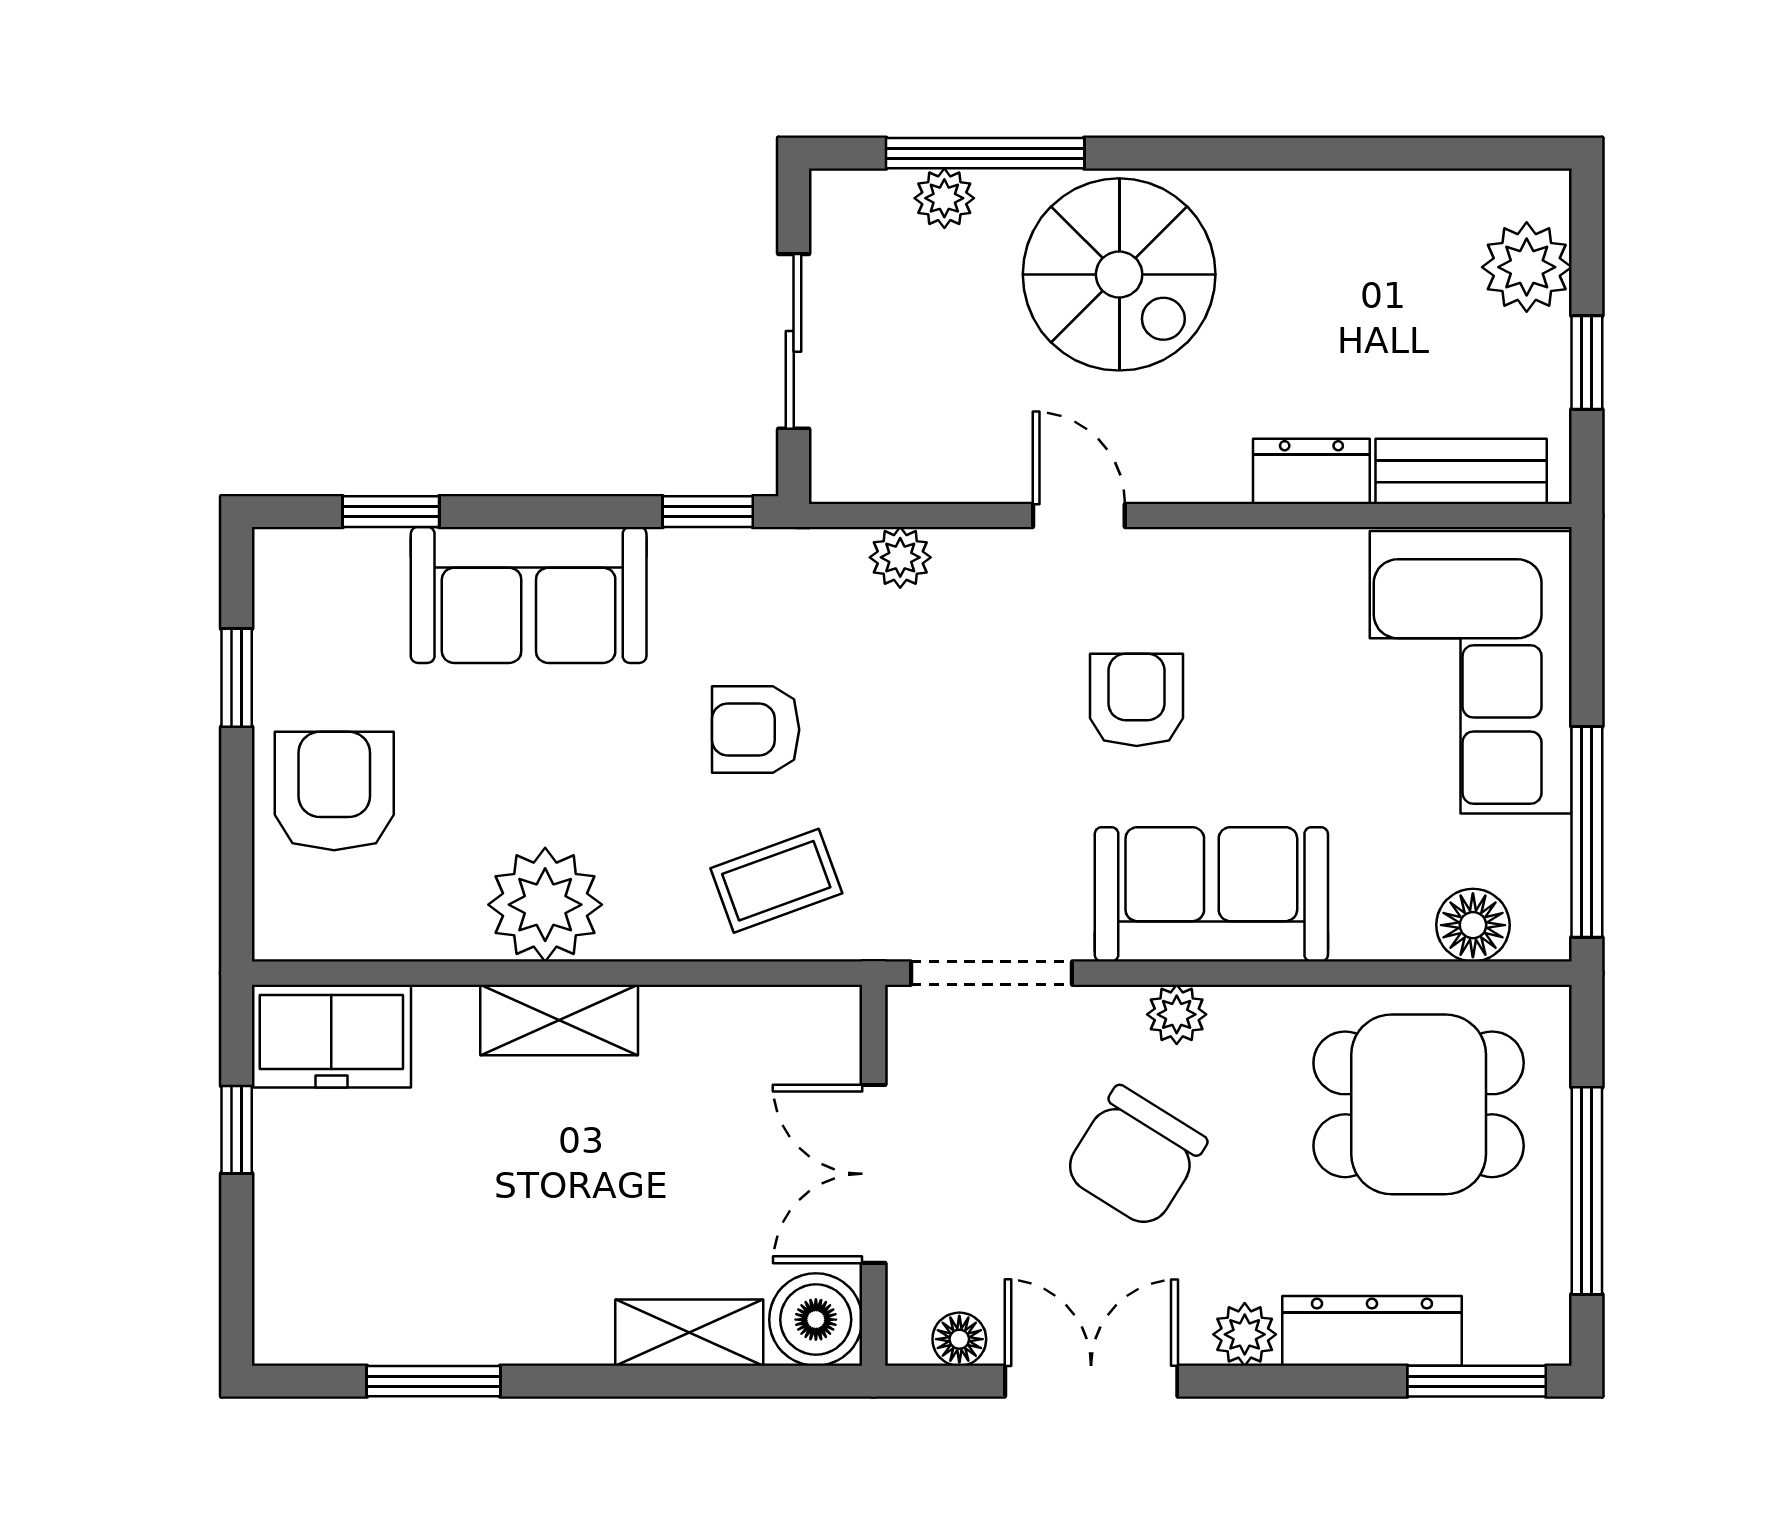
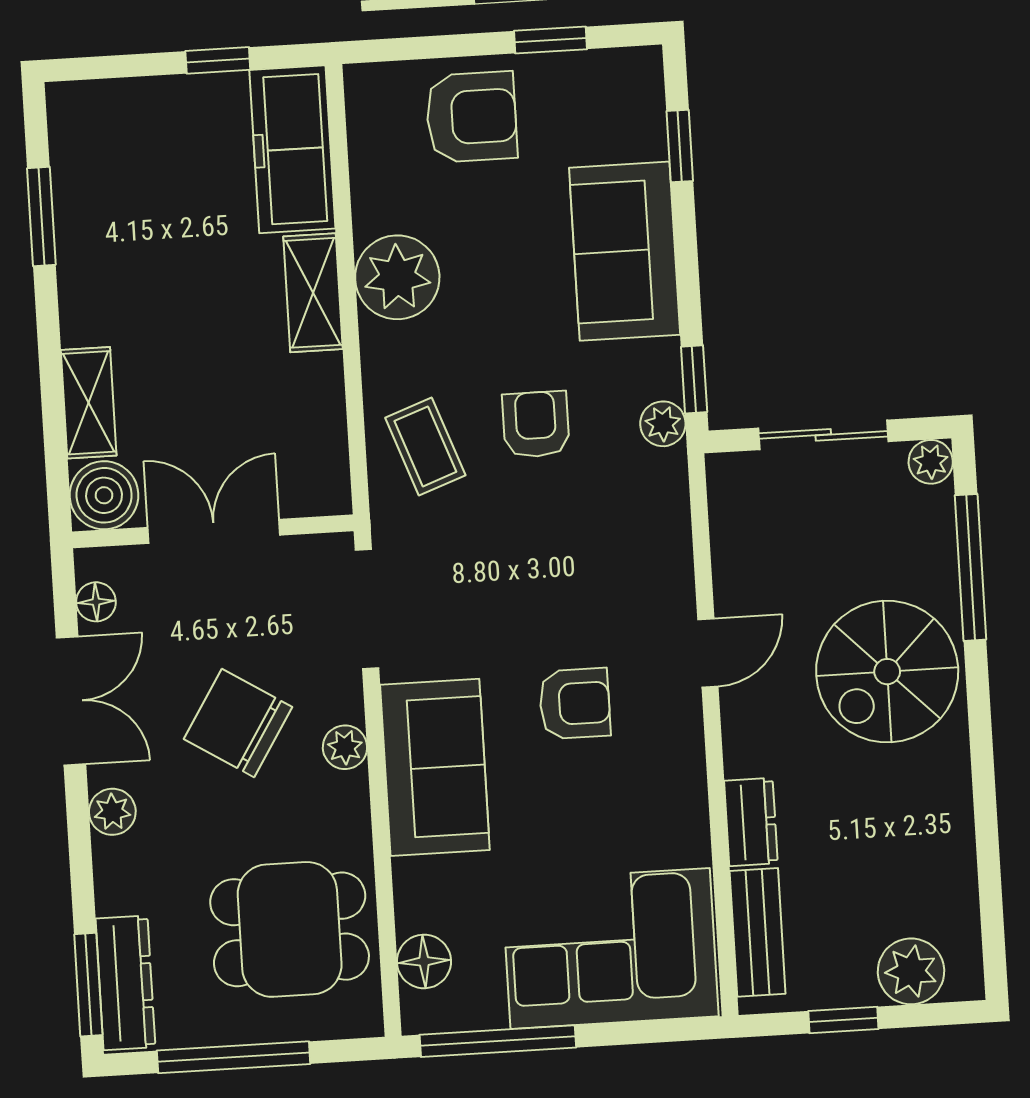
plant: (944, 198) -> (931, 462), moved
plant: (900, 557) -> (663, 424), moved
freezer: (331, 1036) -> (292, 149), width x1.40
dining table: (1419, 1104) -> (290, 929), turned 90
dresser: (1372, 1331) -> (125, 983), moved

